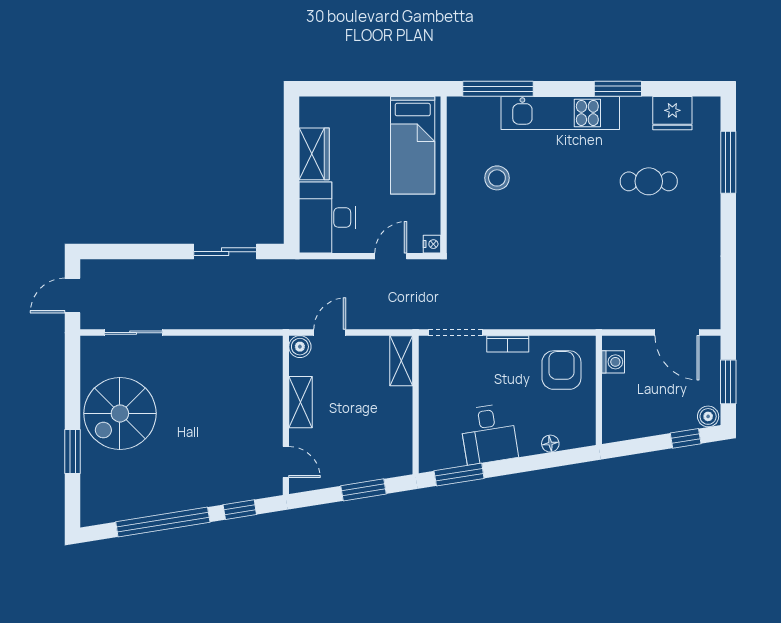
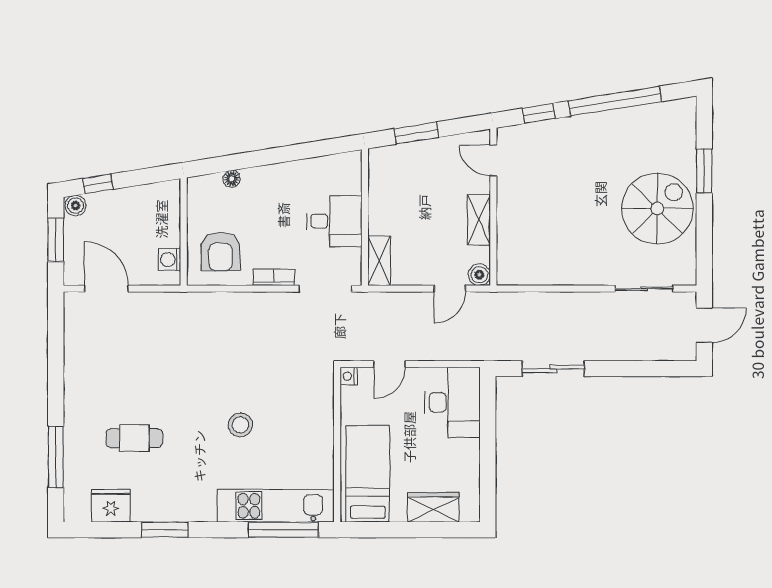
kitchen unit: (560, 113) -> (276, 506), moved
wardrobe: (314, 154) -> (433, 507), moved, turned 90
stool: (497, 178) -> (240, 425), moved
desk: (489, 434) -> (334, 221), moved, turned 99
window: (459, 475) -> (322, 148), removed

